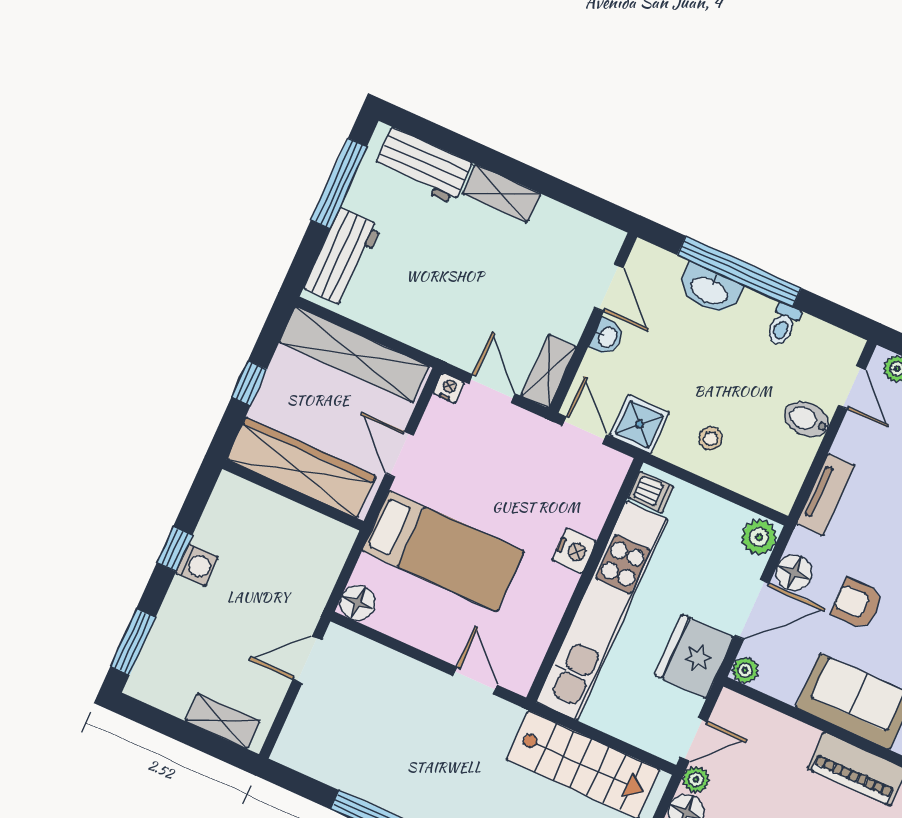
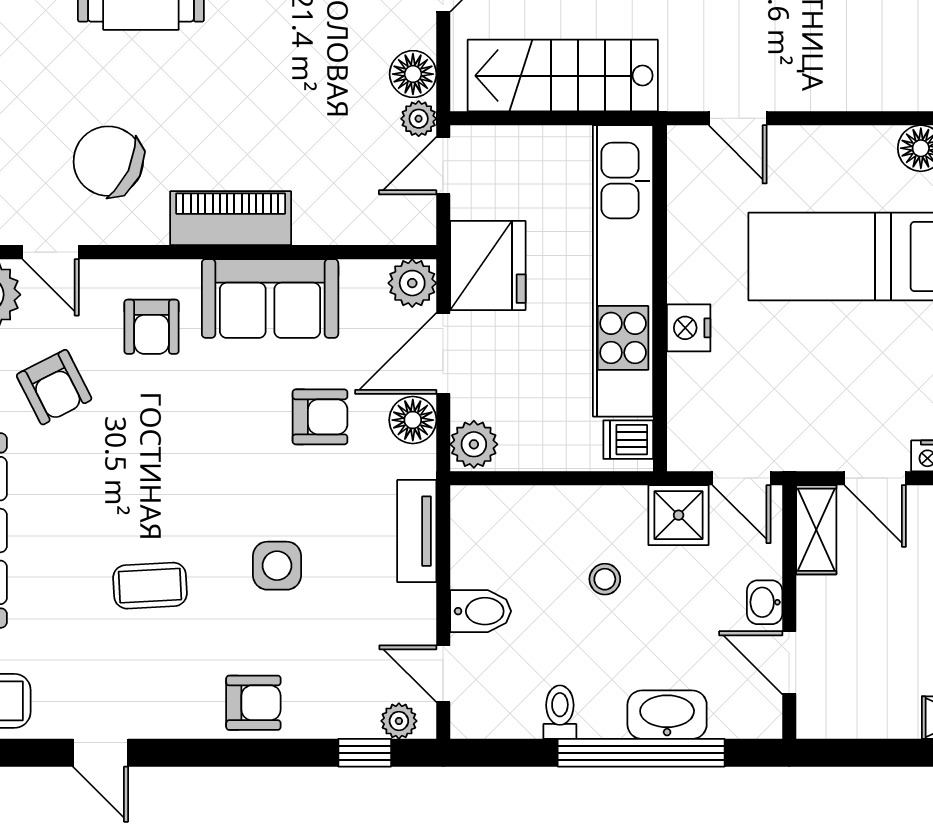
stool: (711, 438) -> (605, 579), moved
plant: (745, 670) -> (412, 283), width x1.38, depth x1.38

